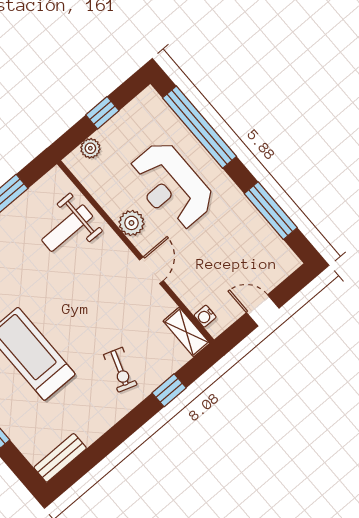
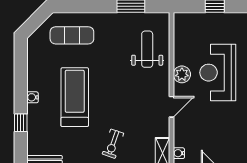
plant: (90, 148) -> (193, 19), removed
weight bench: (67, 228) -> (147, 49), turned 90

